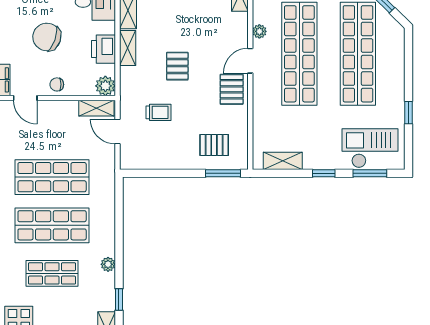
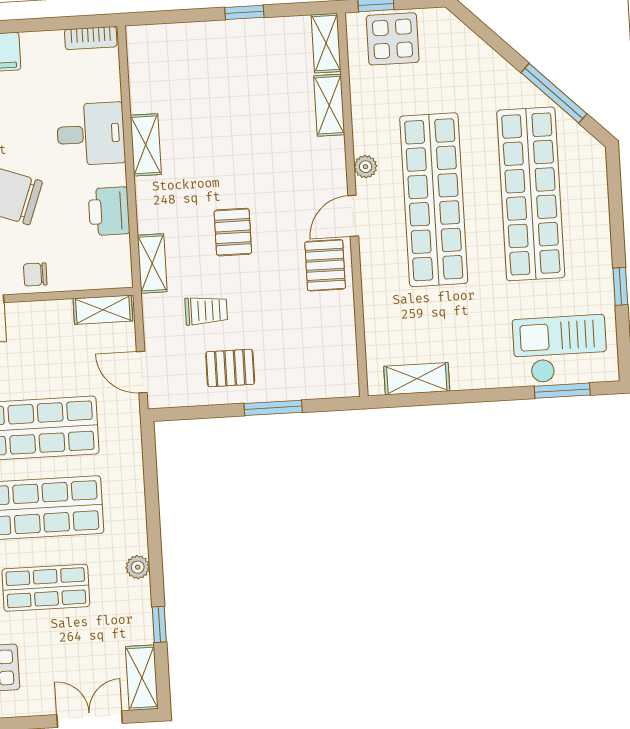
shelving: (128, 48) -> (152, 263), moved
plant: (105, 86) -> (116, 272), removed
door: (117, 132) -> (142, 372), moved
pallet: (214, 145) -> (230, 368), moved
window: (223, 173) -> (273, 408), moved
window: (324, 173) -> (486, 395), removed

